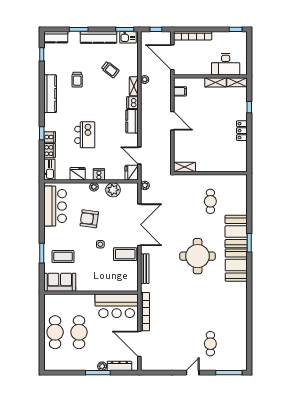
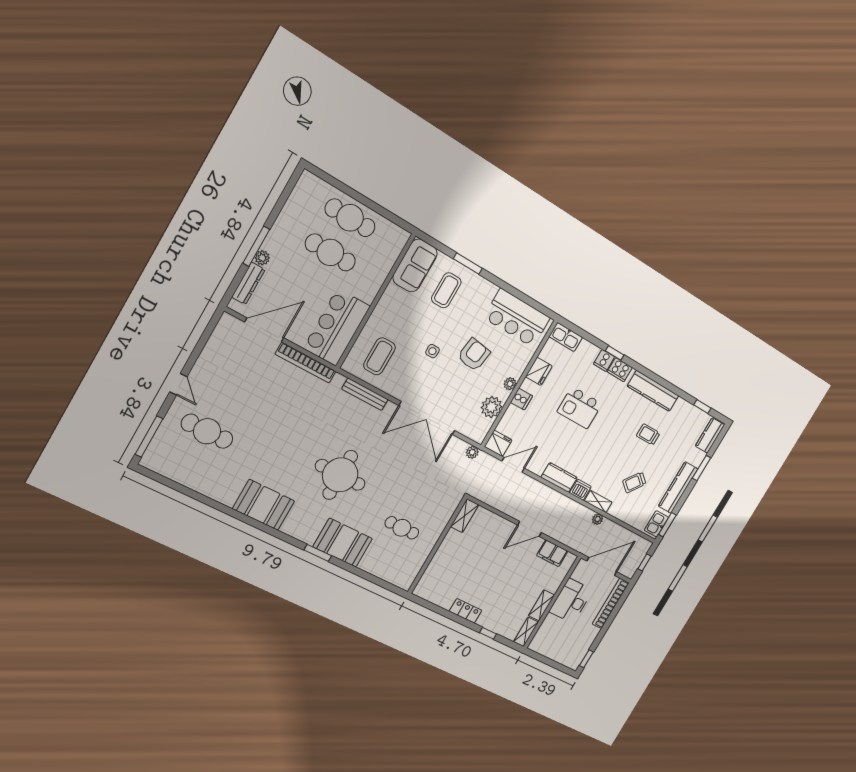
desk: (226, 64) -> (571, 601), moved
filing cabinet: (180, 91) -> (552, 553), width x2.00
cooker: (49, 151) -> (620, 370), moved
coffee table: (125, 254) -> (379, 356), moved
booth: (236, 265) -> (264, 505), moved
cafe table: (210, 344) -> (207, 431), width x1.37, depth x1.35

